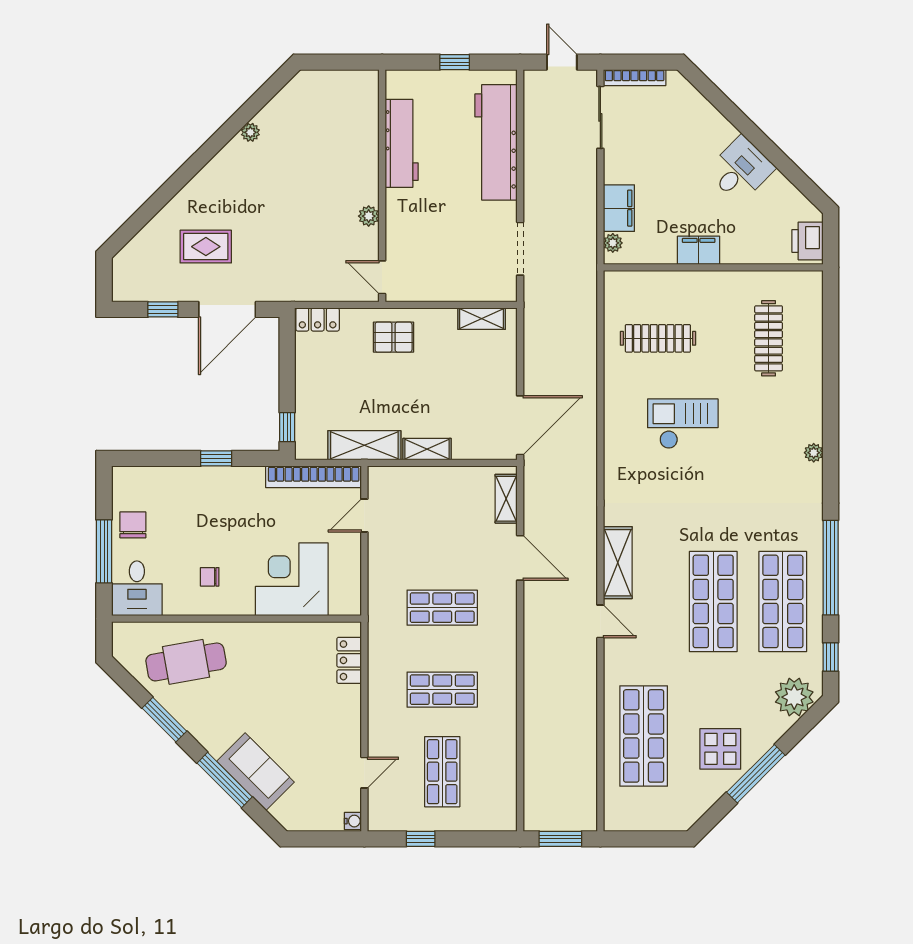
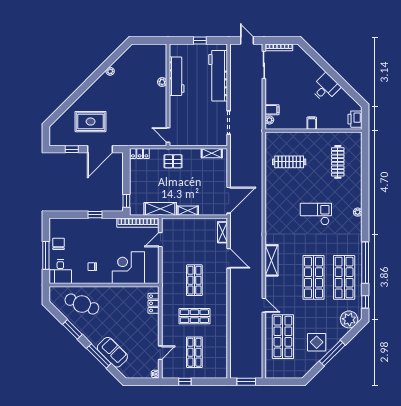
filing cabinet: (619, 208) -> (272, 110), width x0.50
plant: (369, 216) -> (162, 82), moved
rug: (206, 247) -> (91, 122), width x1.36, depth x1.43
filing cabinet: (699, 250) -> (312, 123), width x0.50
checkout: (683, 424) -> (316, 214), moved
shop shelf: (442, 608) -> (194, 280), turned 90
door: (600, 621) -> (264, 305), moved
cafe table: (186, 662) -> (82, 304), turned 31

